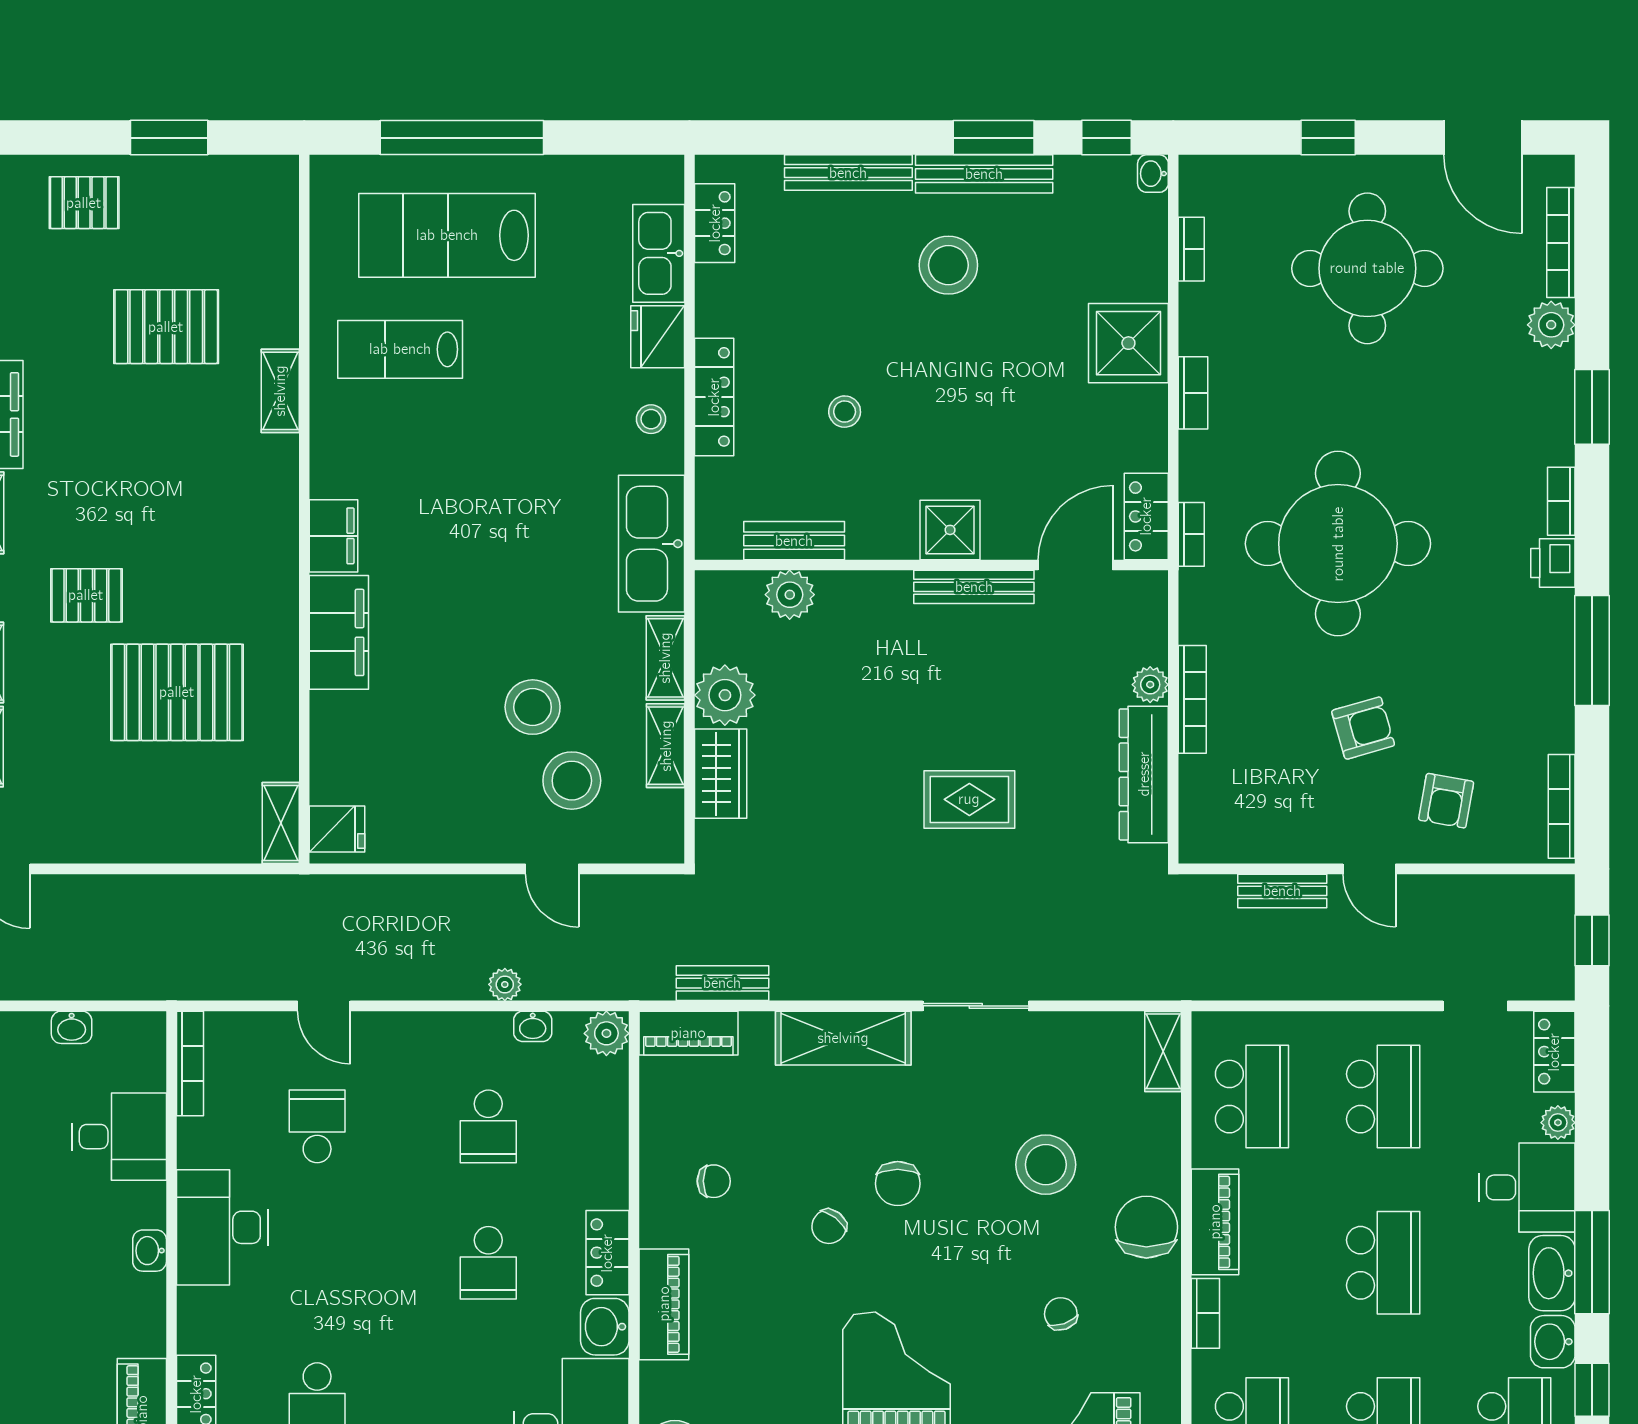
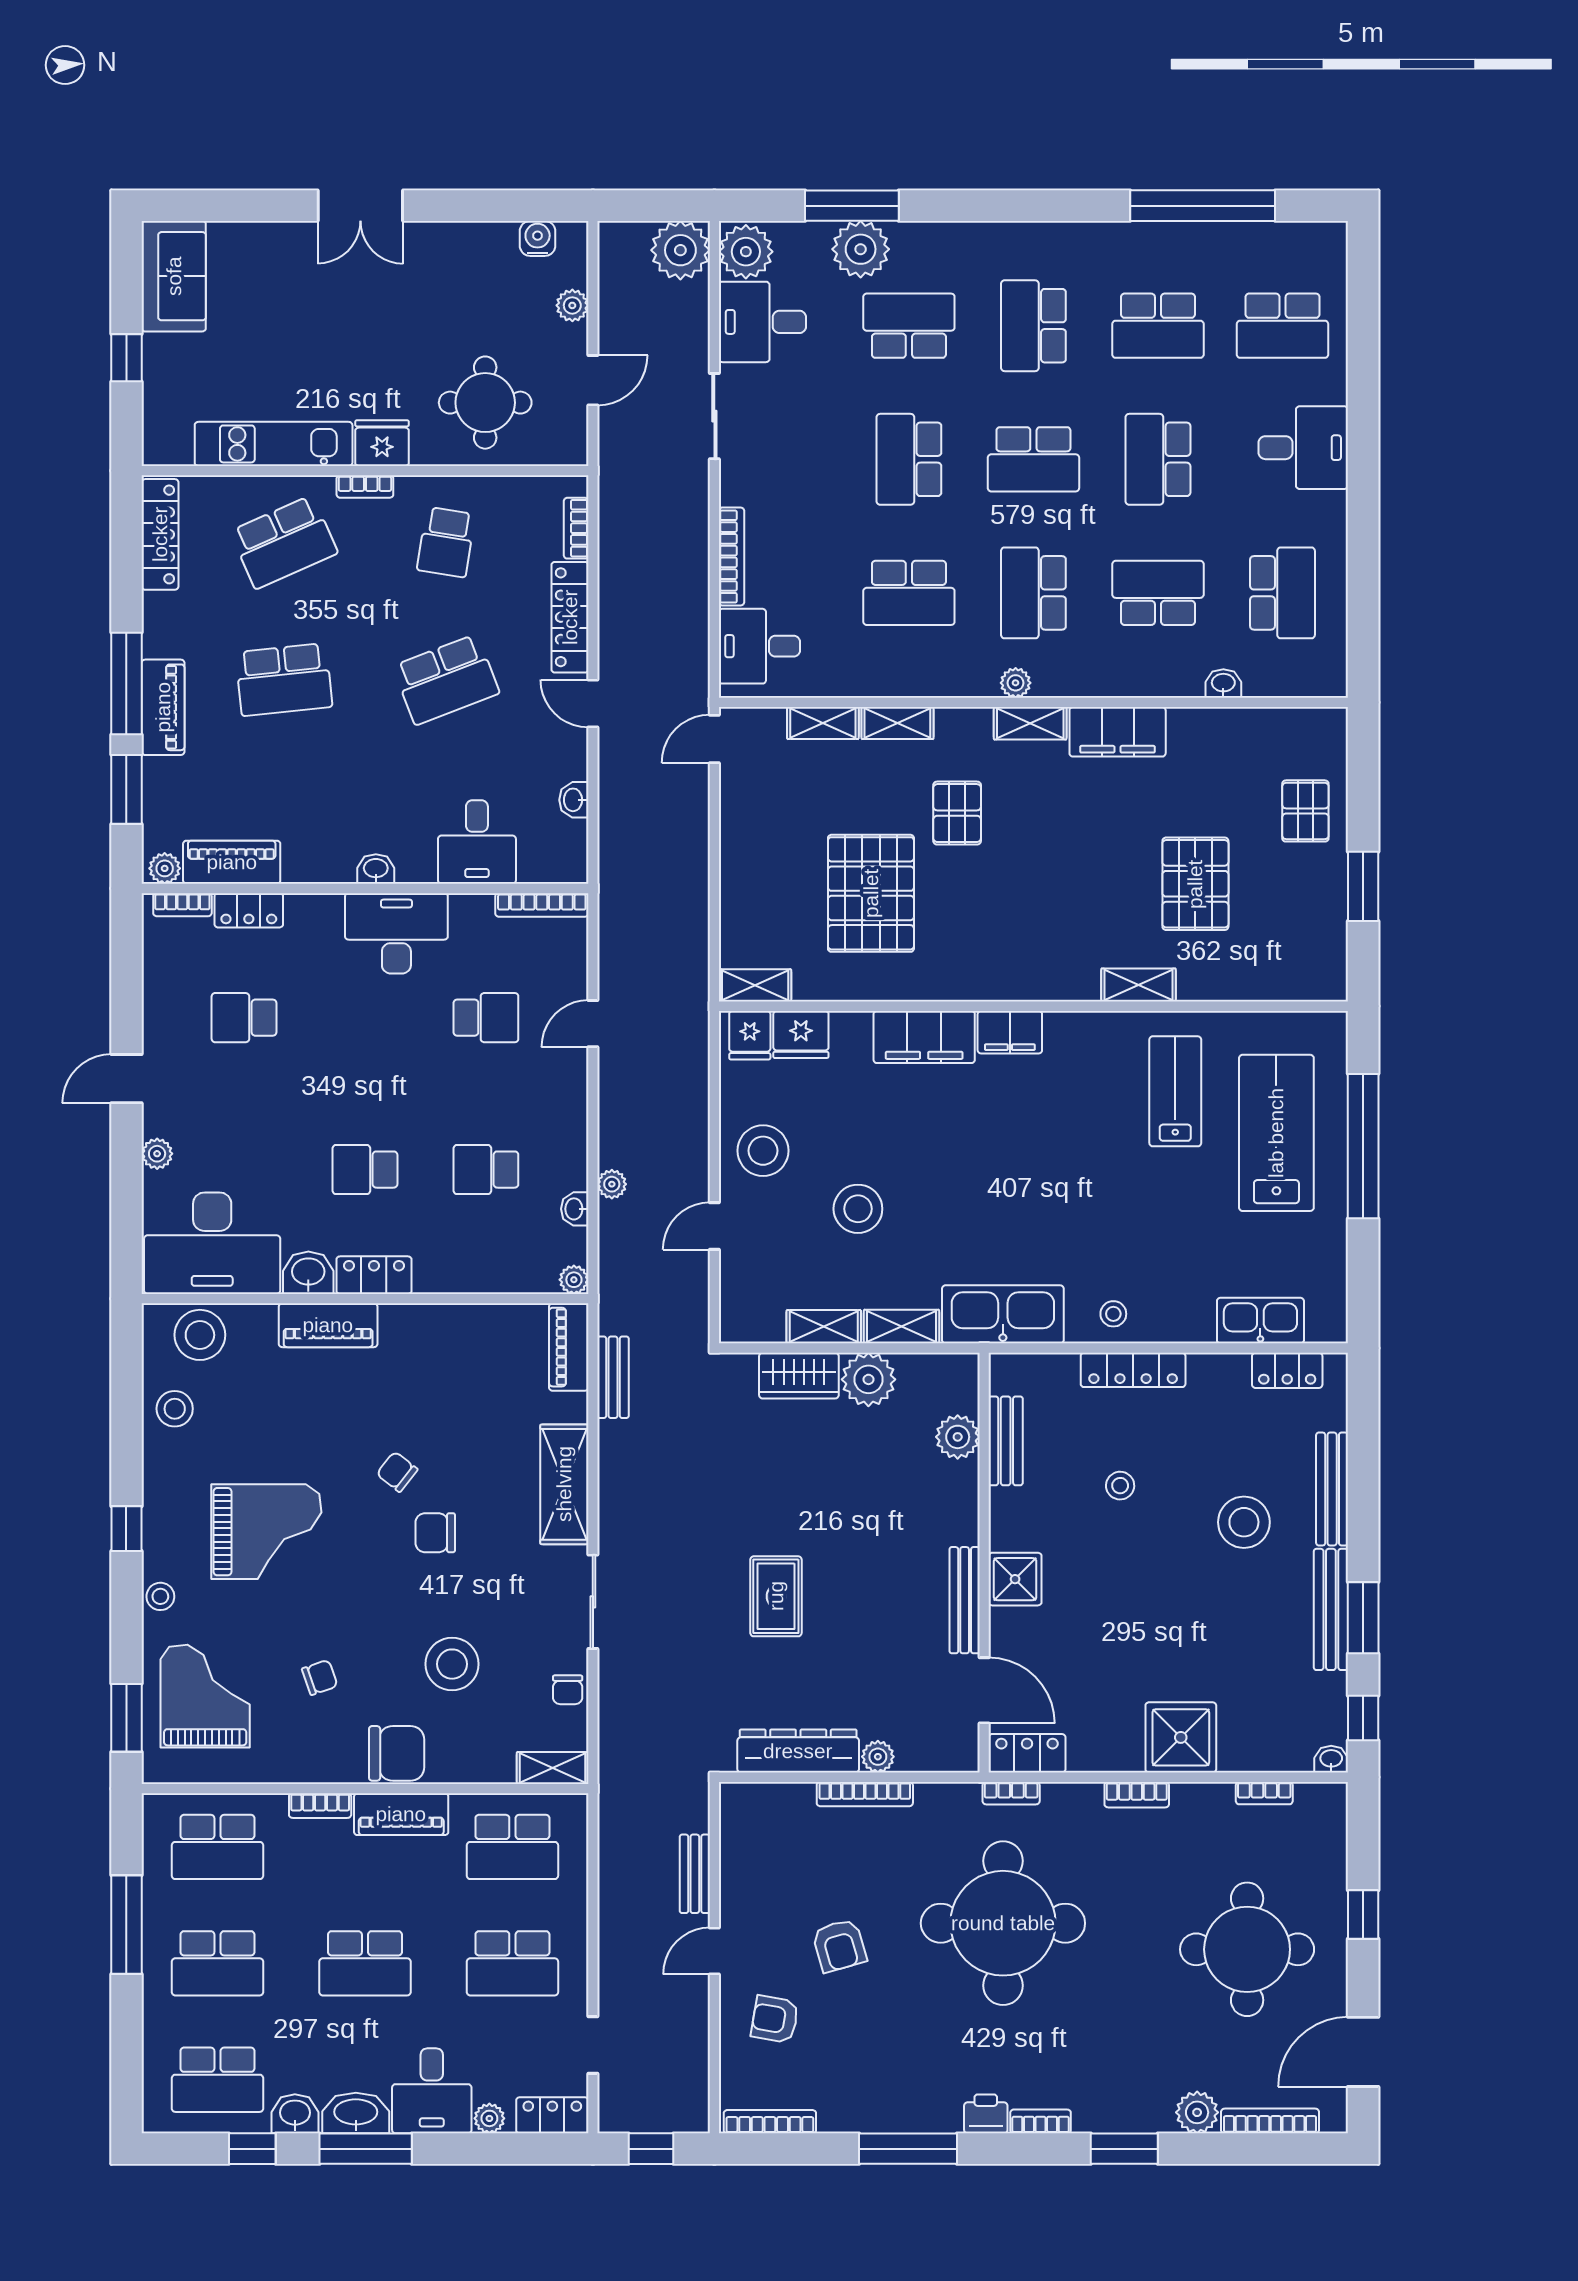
stool: (948, 265) -> (1244, 1522), moved
fridge: (658, 337) -> (801, 1034), moved, turned 180
stool: (572, 781) -> (763, 1151), moved
plant: (606, 1033) -> (574, 1280), width x0.73, depth x0.73
chair: (714, 1181) -> (568, 1690), moved

